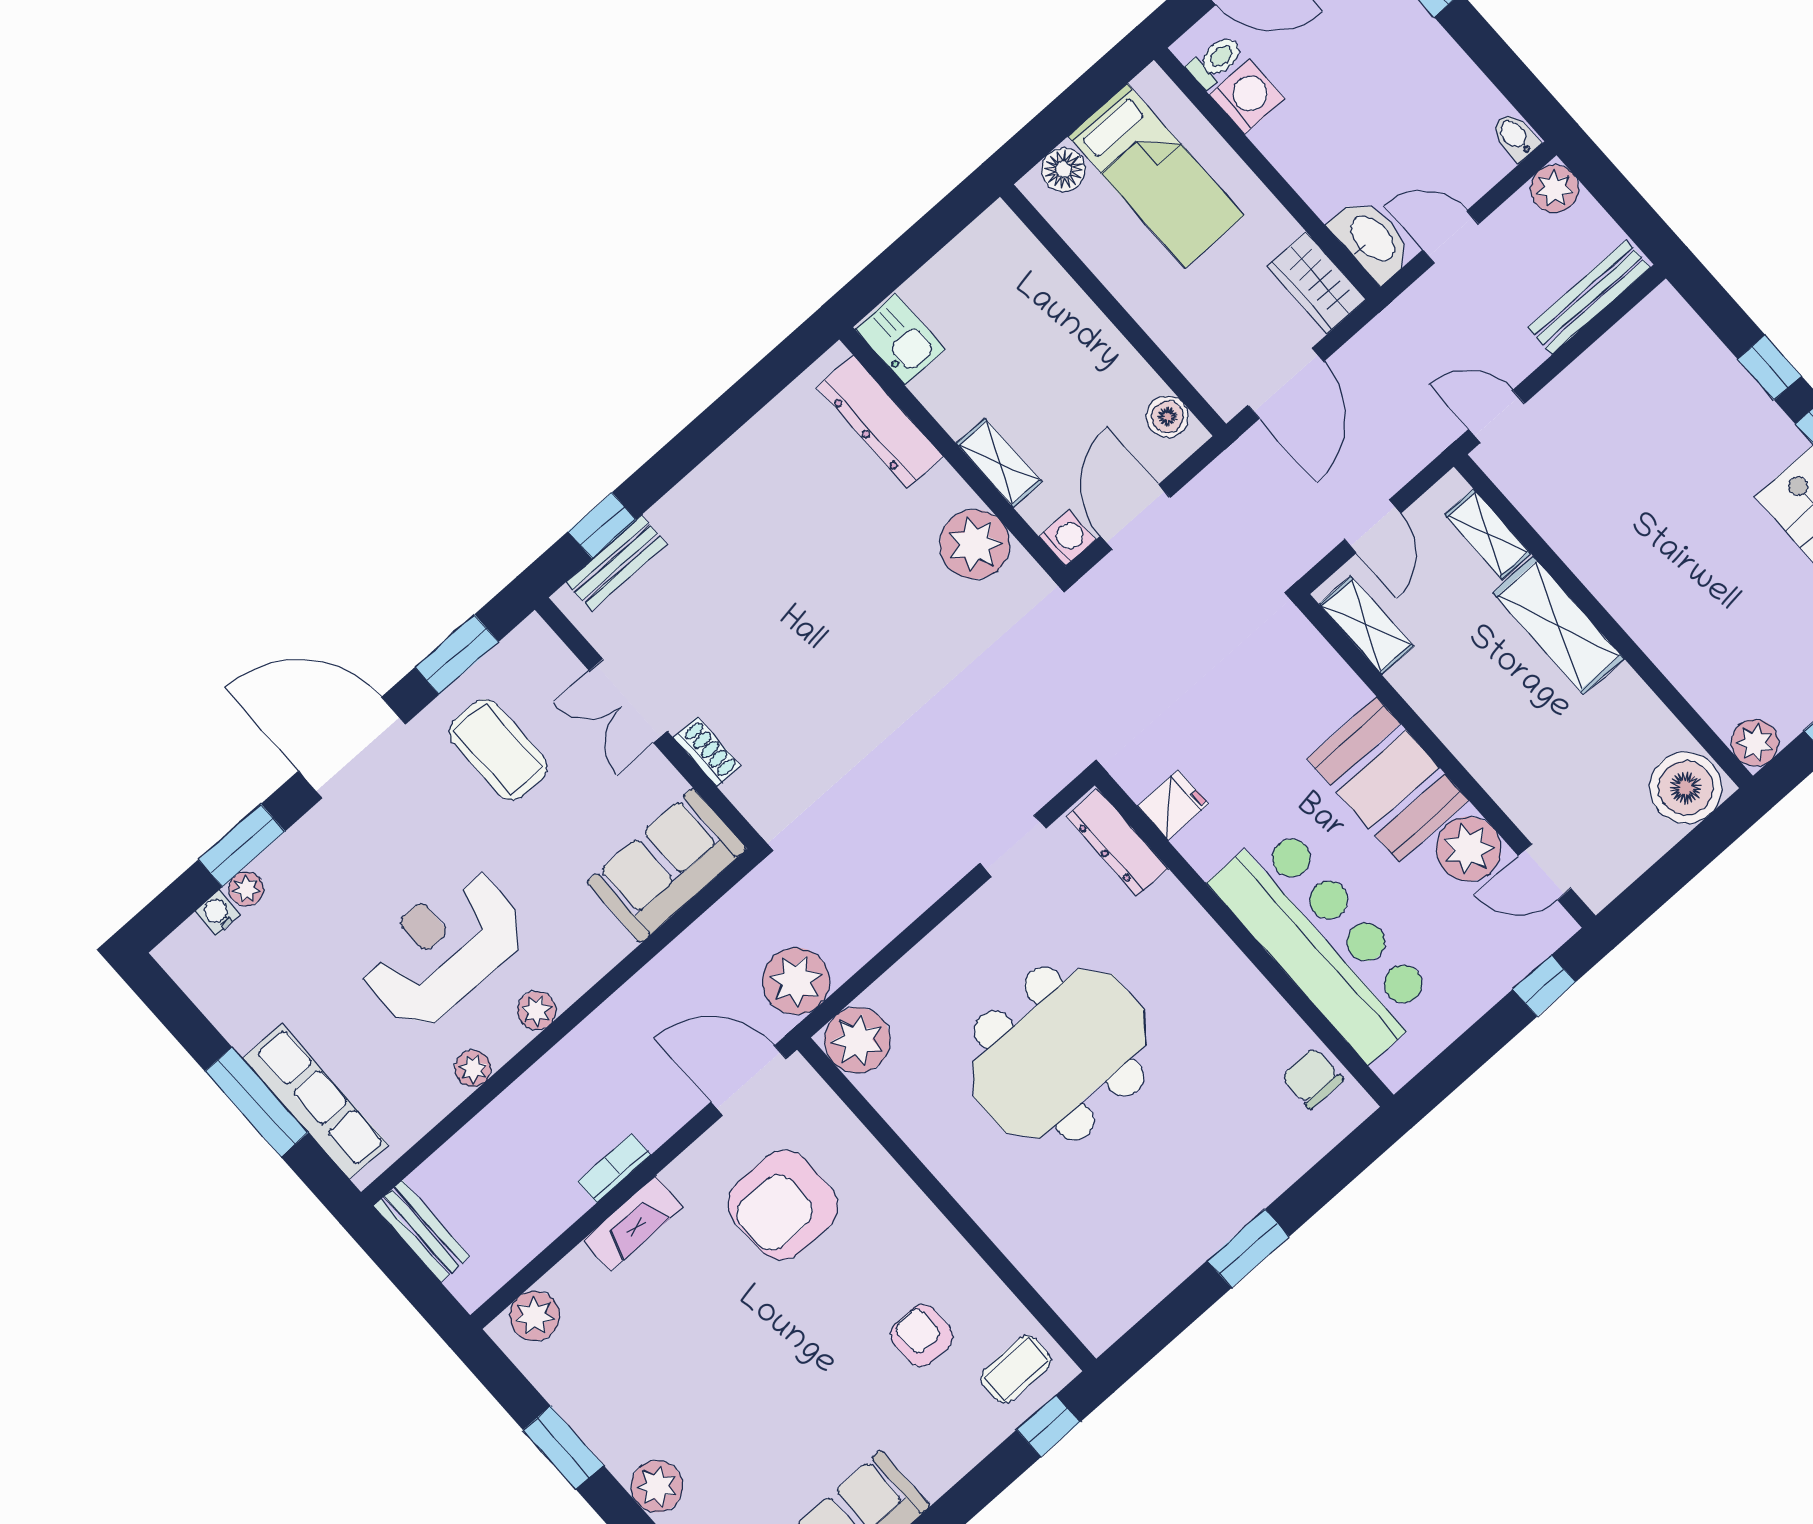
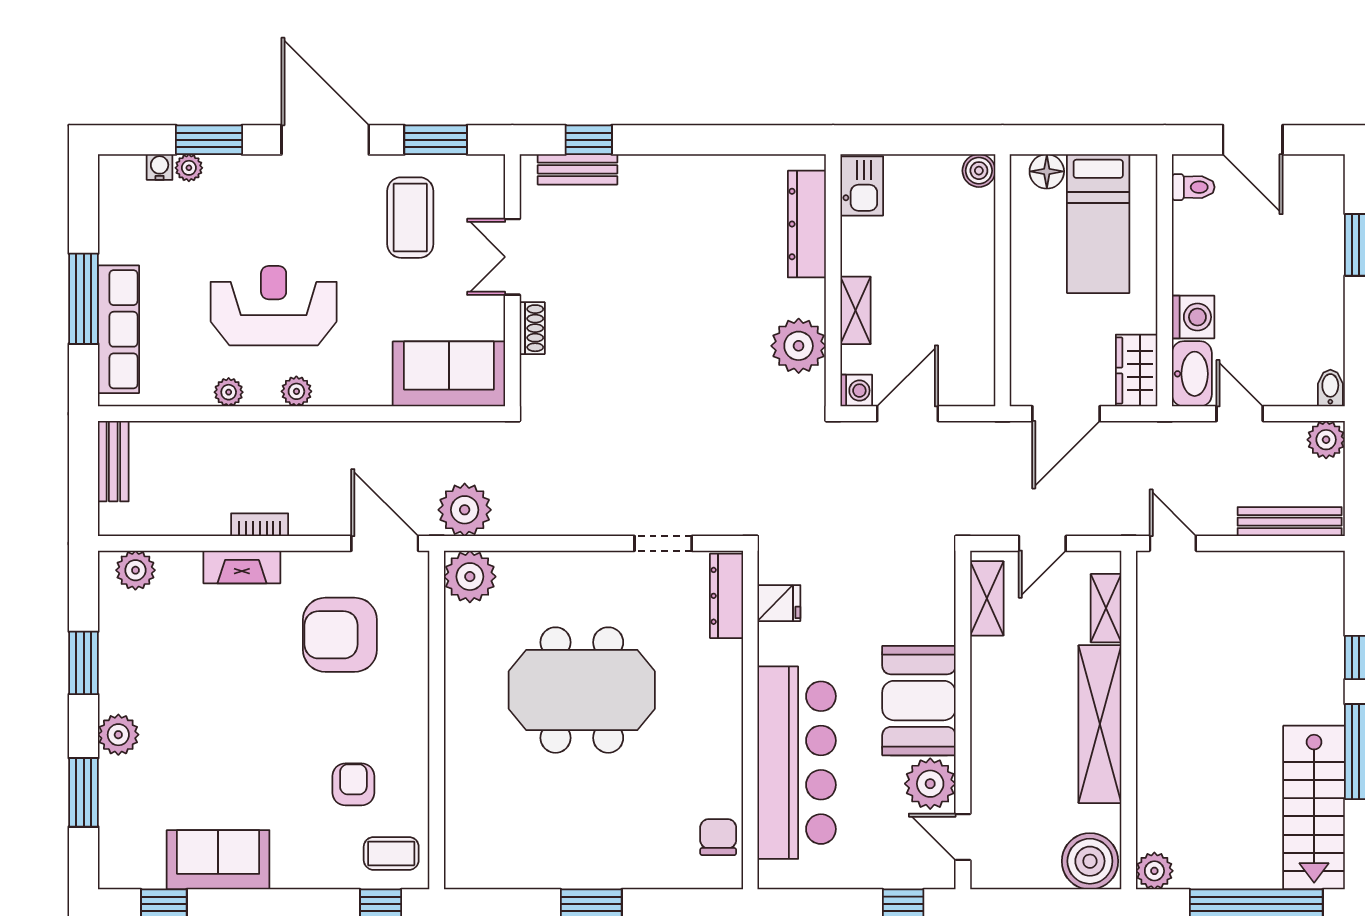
washing machine: (1247, 96) -> (1193, 317), moved
boiler: (1168, 417) -> (979, 171), moved
shelving: (1558, 625) -> (1100, 724), width x1.47

